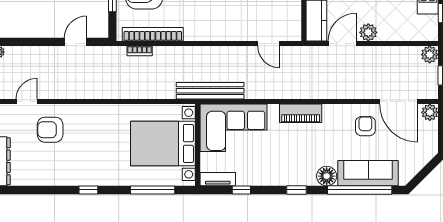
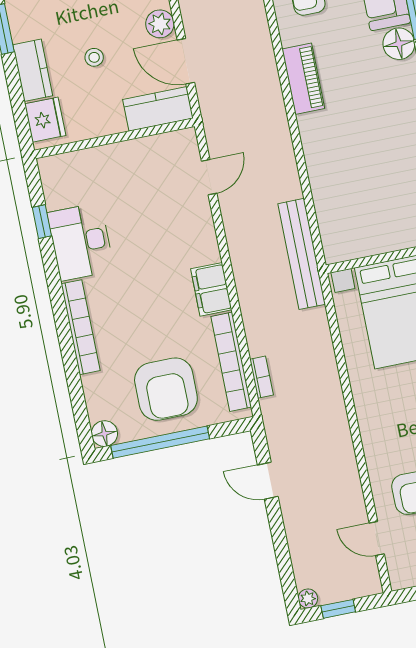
filing cabinet: (199, 31) -> (211, 289), added
piano: (301, 113) -> (303, 79), moved
corner sofa: (234, 128) -> (353, 205), removed

